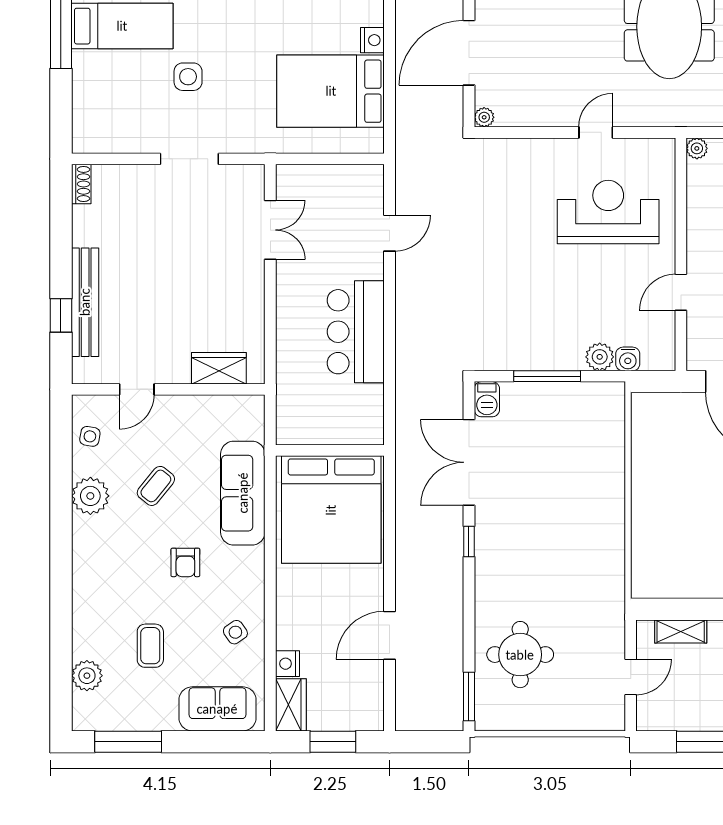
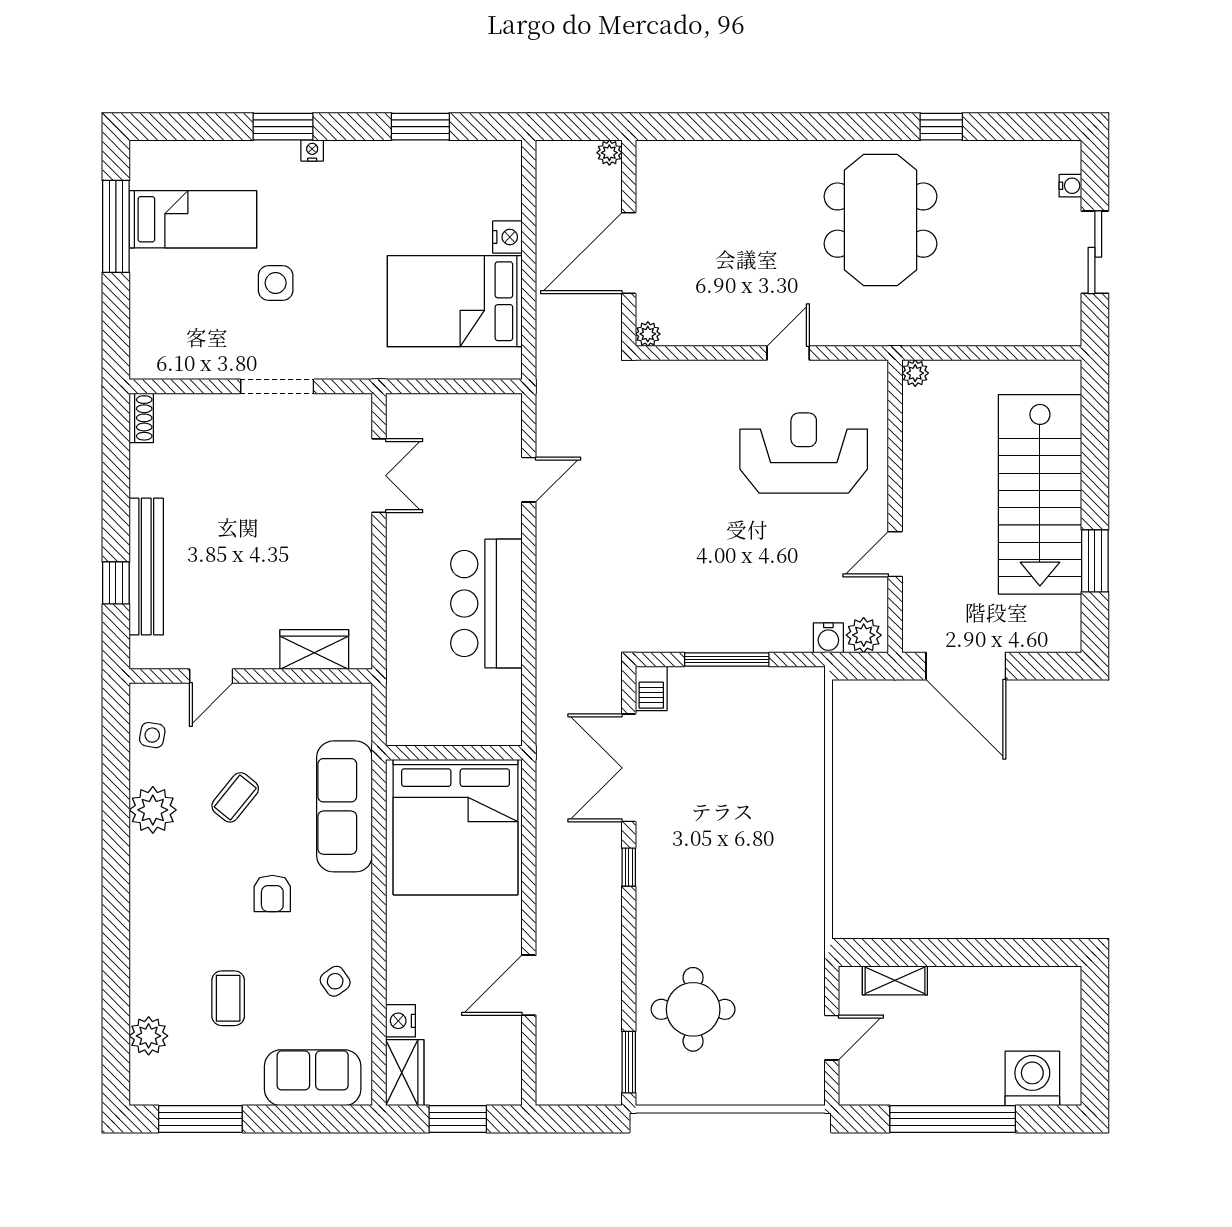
plant: (600, 357) -> (864, 635), moved

